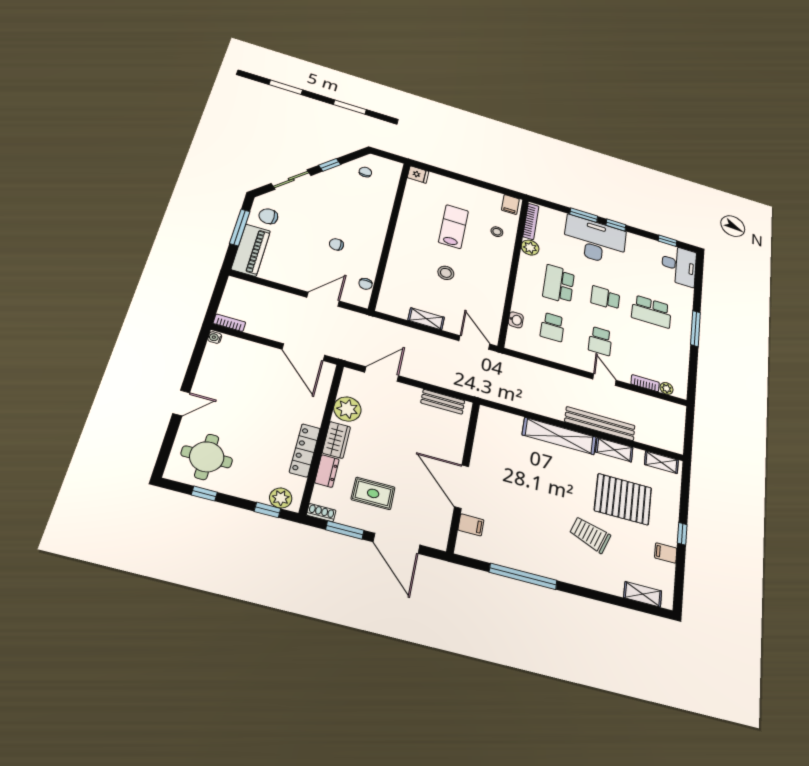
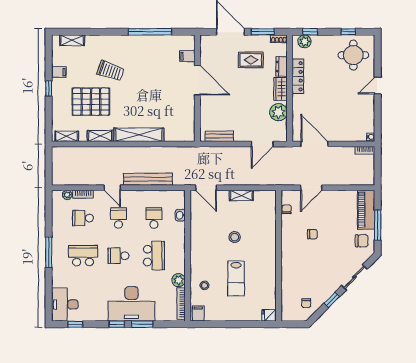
school desk: (605, 298) -> (118, 256), turned 180
school desk: (648, 355) -> (83, 218), added
bench: (600, 424) -> (148, 179), moved

